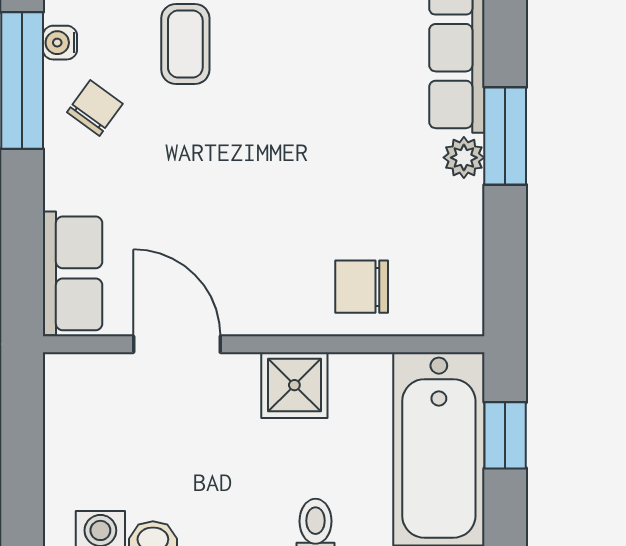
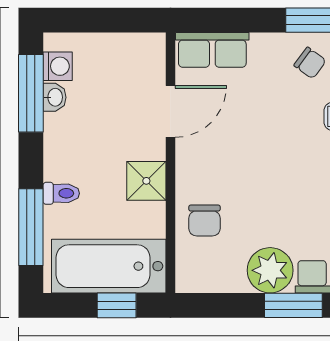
plant: (464, 158) -> (270, 270), width x1.87, depth x1.87
chair: (362, 287) -> (204, 221), turned 180

